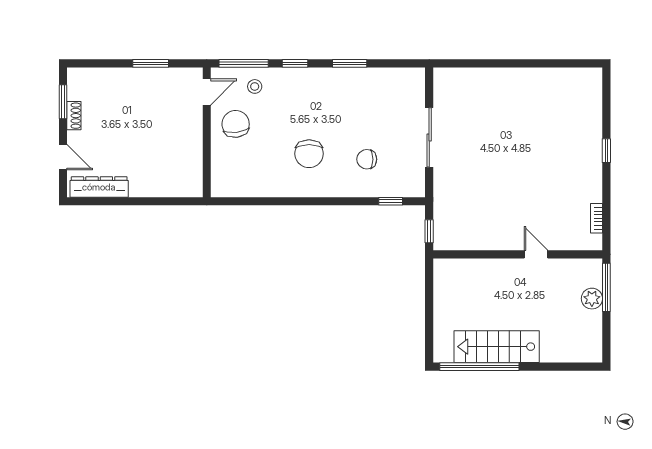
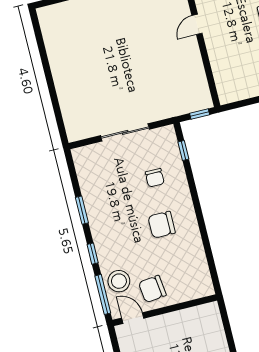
stool: (255, 86) -> (119, 281), width x1.89, depth x1.89
chair: (309, 154) -> (162, 225), turned 180

